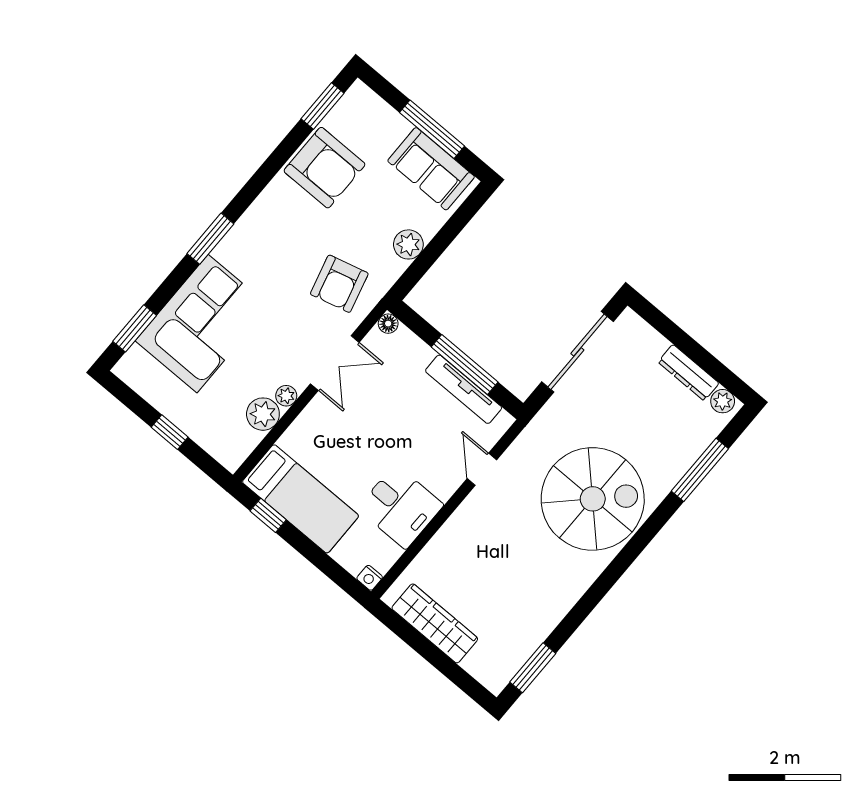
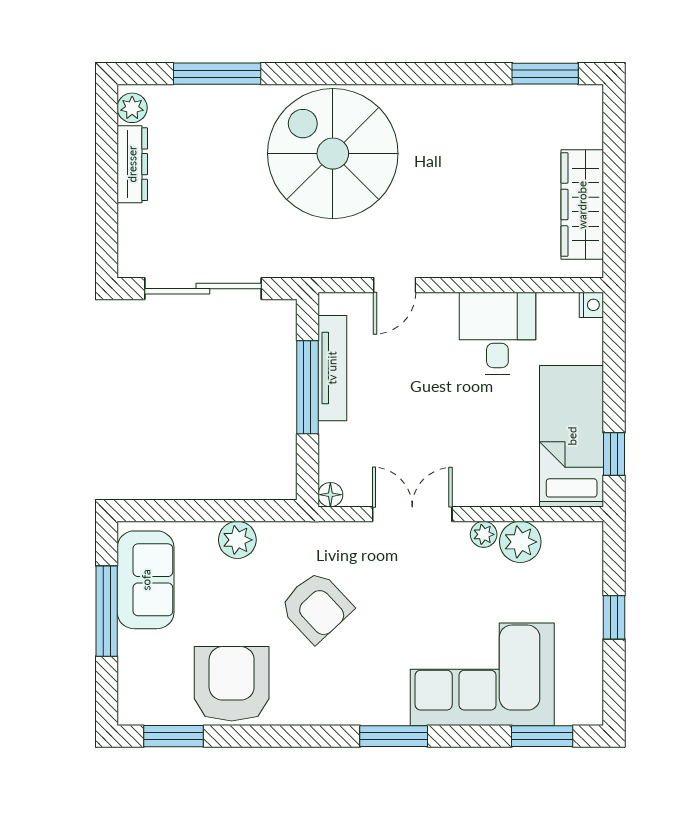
armchair: (339, 284) -> (316, 607), moved, turned 62

